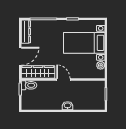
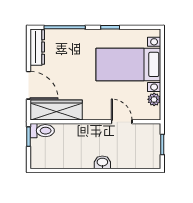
door: (20, 56) -> (29, 85), hinge flipped
door: (63, 80) -> (122, 122), moved

